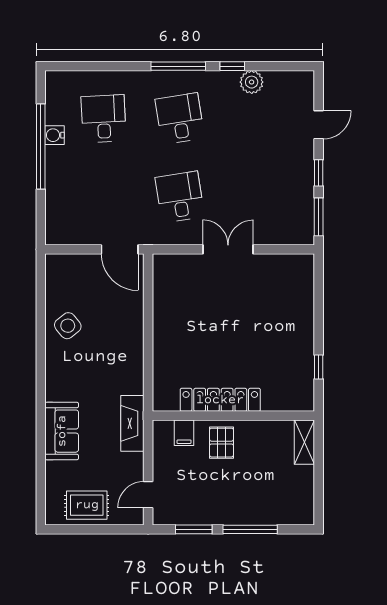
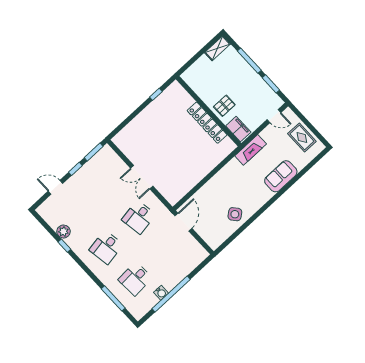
window: (178, 66) -> (113, 298), moved
filing cabinet: (184, 433) -> (238, 129), width x2.00
shelving: (304, 442) -> (217, 48), moved

